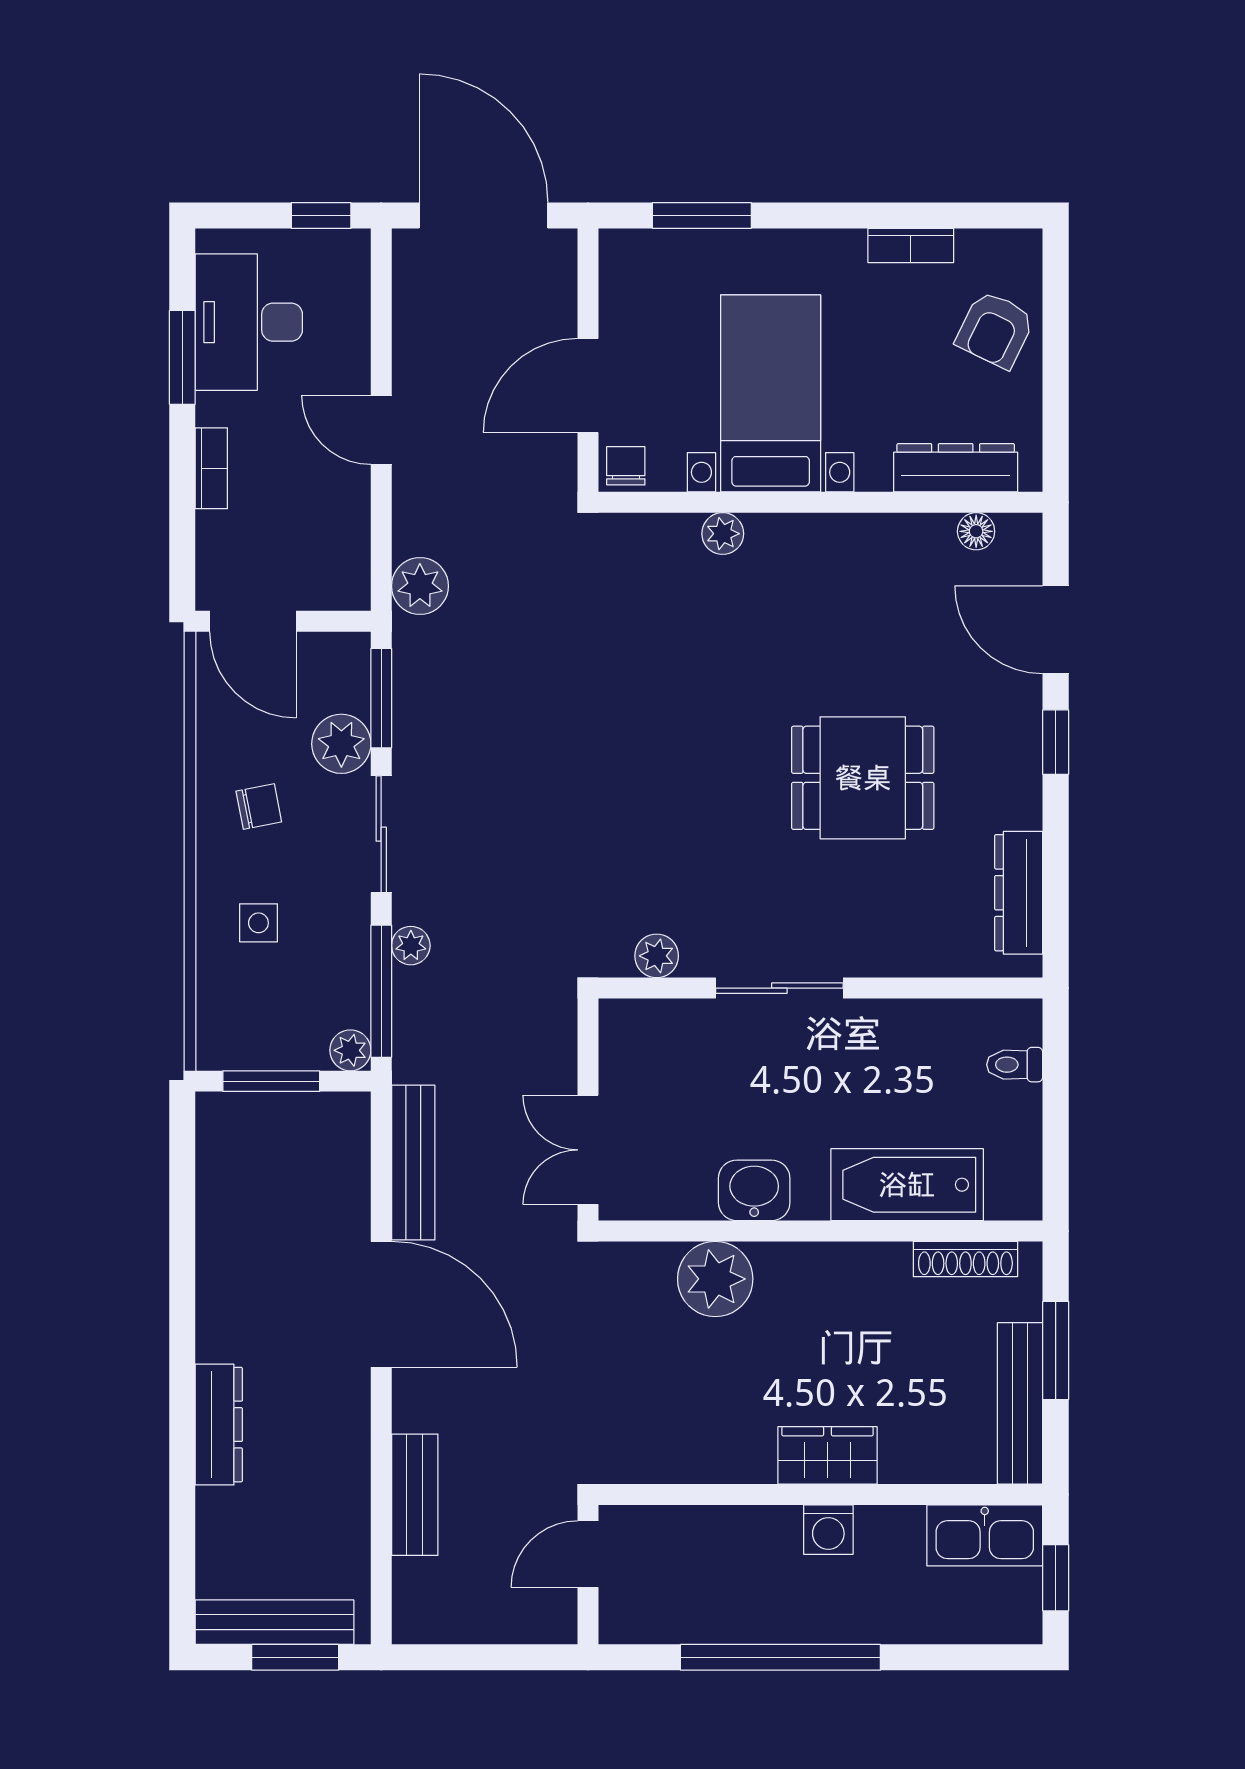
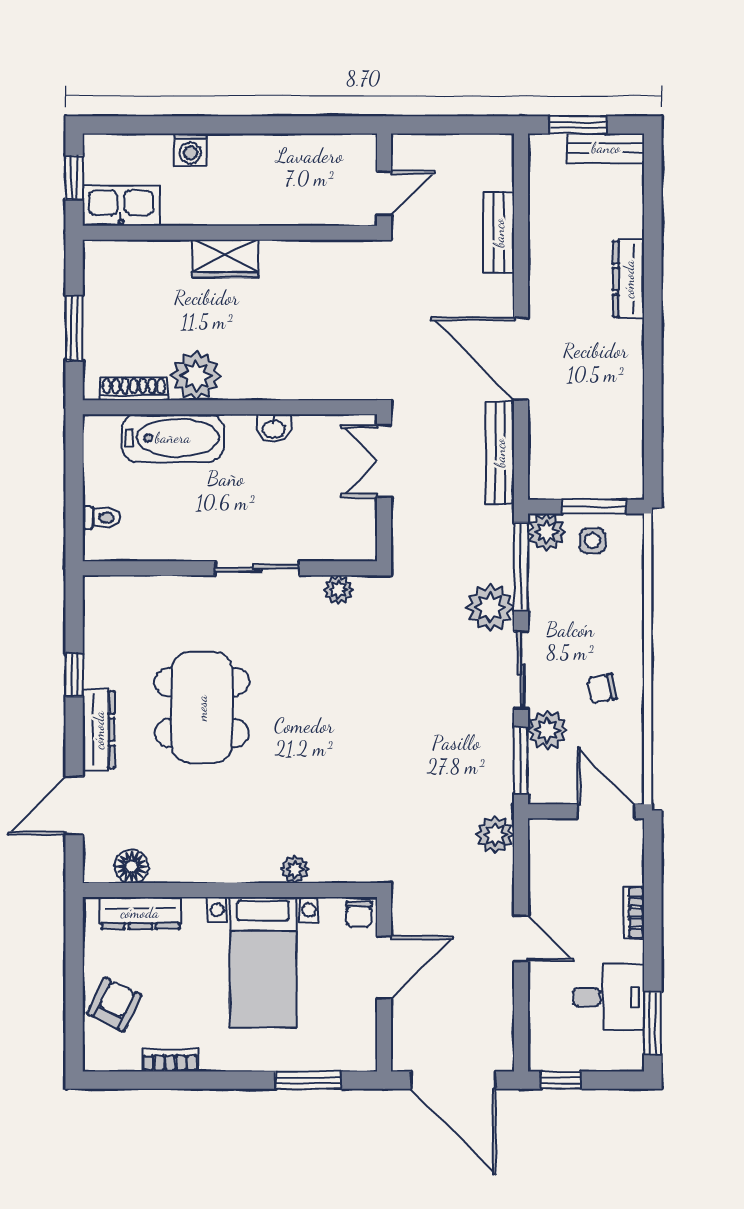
desk: (249, 322) -> (609, 997), width x0.73
window: (182, 357) -> (653, 1023), moved
floor lamp: (976, 531) -> (131, 866), width x1.37, depth x1.37
door: (1056, 630) -> (74, 806), swing flipped
window: (1056, 742) -> (74, 675), moved
dining table: (863, 778) -> (202, 708), width x1.37
dresser: (1019, 893) -> (99, 730), moved
side table: (258, 923) -> (592, 541), moved
plant: (411, 946) -> (490, 608), width x1.87, depth x1.87
plant: (350, 1050) -> (546, 532), width x1.38, depth x1.38
double door: (588, 1150) -> (384, 461), swing flipped
washbasin: (754, 1190) -> (274, 428), width x0.72, depth x0.69
plant: (715, 1279) -> (196, 376), moved
bench: (1020, 1403) -> (98, 293), removed
washing machine: (828, 1530) -> (190, 150), moved, turned 180
bench: (274, 1622) -> (606, 148), width x0.73
window: (780, 1657) -> (256, 125), removed

